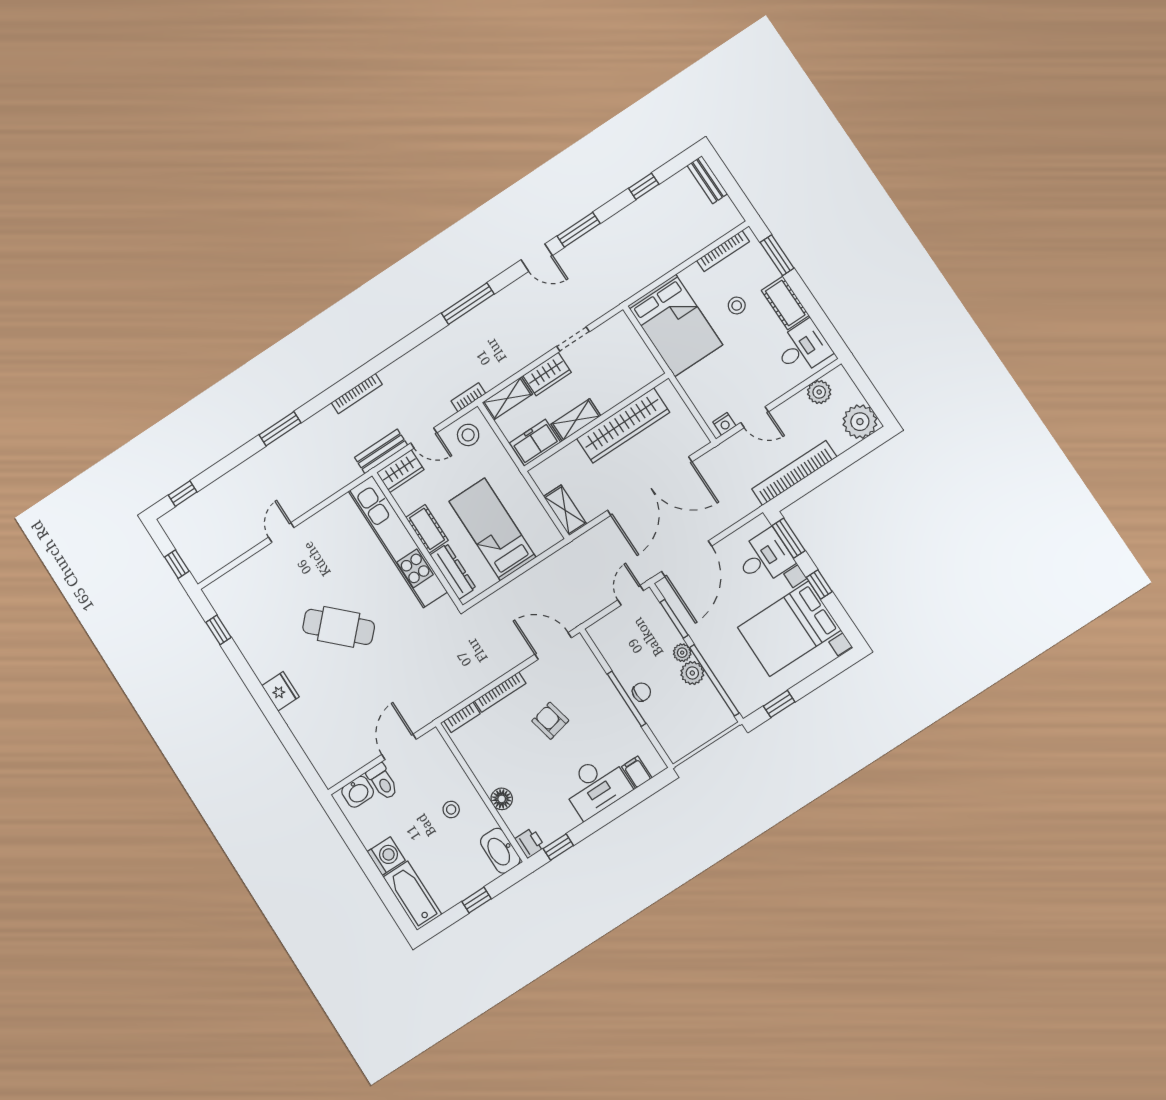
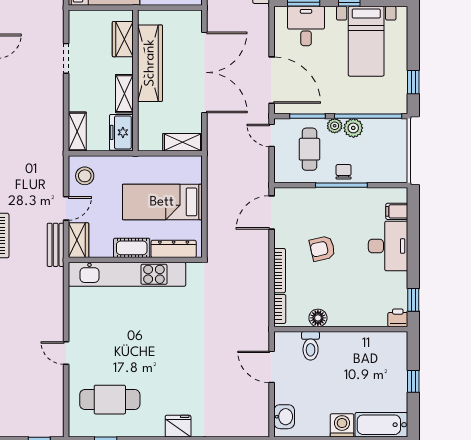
wardrobe: (547, 374) -> (123, 39), moved, turned 180
bookcase: (468, 397) -> (58, 158), removed
cafe table: (339, 627) -> (110, 400), moved, turned 46
bed with nightstands: (789, 629) -> (366, 41), width x0.73
cafe table: (642, 643) -> (309, 149), added
toilet: (383, 782) -> (311, 346), moved, turned 90
floor lamp: (502, 799) -> (318, 318), moved
stool: (451, 809) -> (339, 358), removed
washbasin: (500, 851) -> (390, 342), removed

